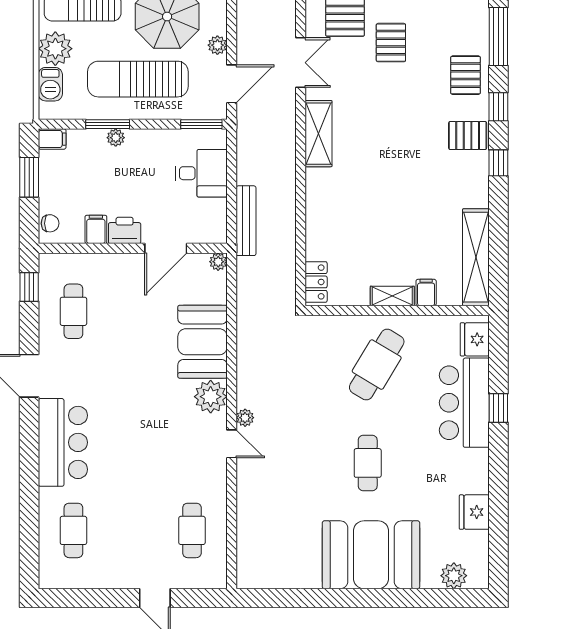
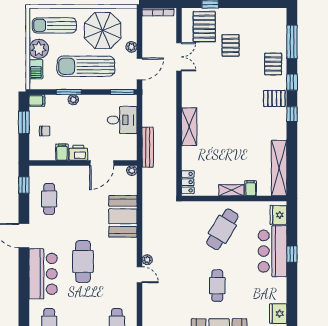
shelving: (318, 134) -> (189, 127), moved
chair: (50, 223) -> (45, 131), moved
plant: (211, 397) -> (127, 248), removed
cafe table: (133, 421) -> (83, 262), added

